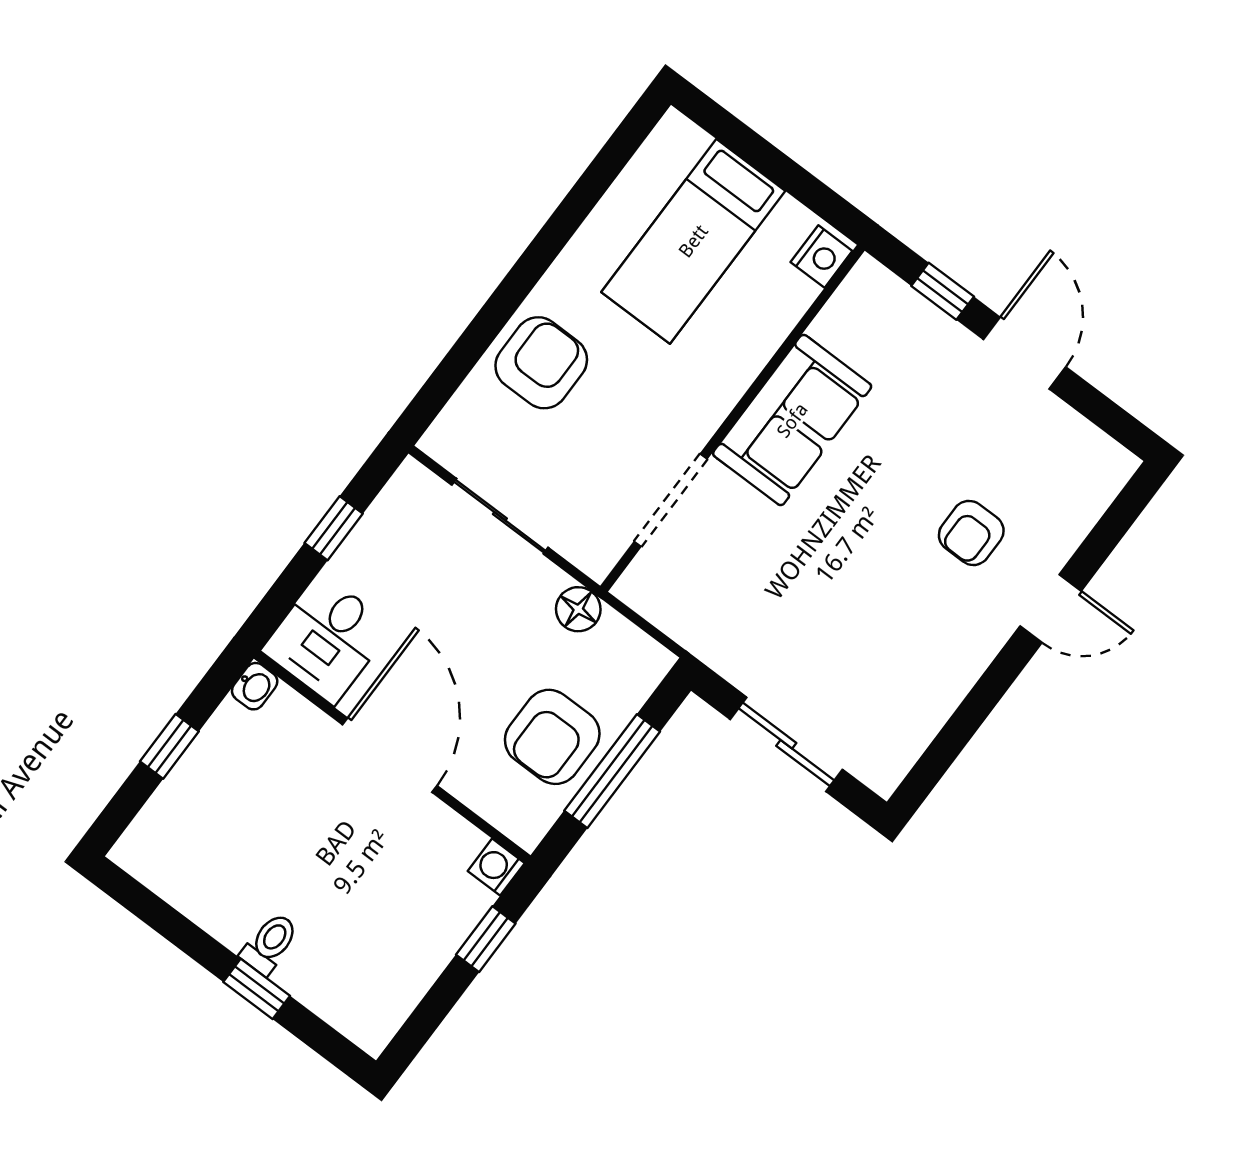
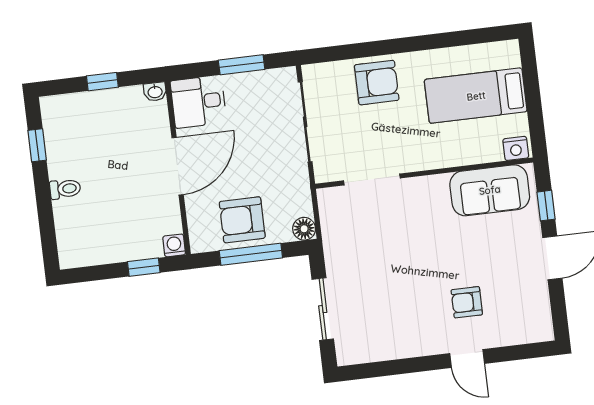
sofa: (792, 420) -> (490, 190), moved
sliding door: (500, 516) -> (305, 122), width x1.37
window: (334, 528) -> (242, 65), width x1.50
floor lamp: (578, 609) -> (304, 229), moved
window: (257, 989) -> (37, 145), moved

